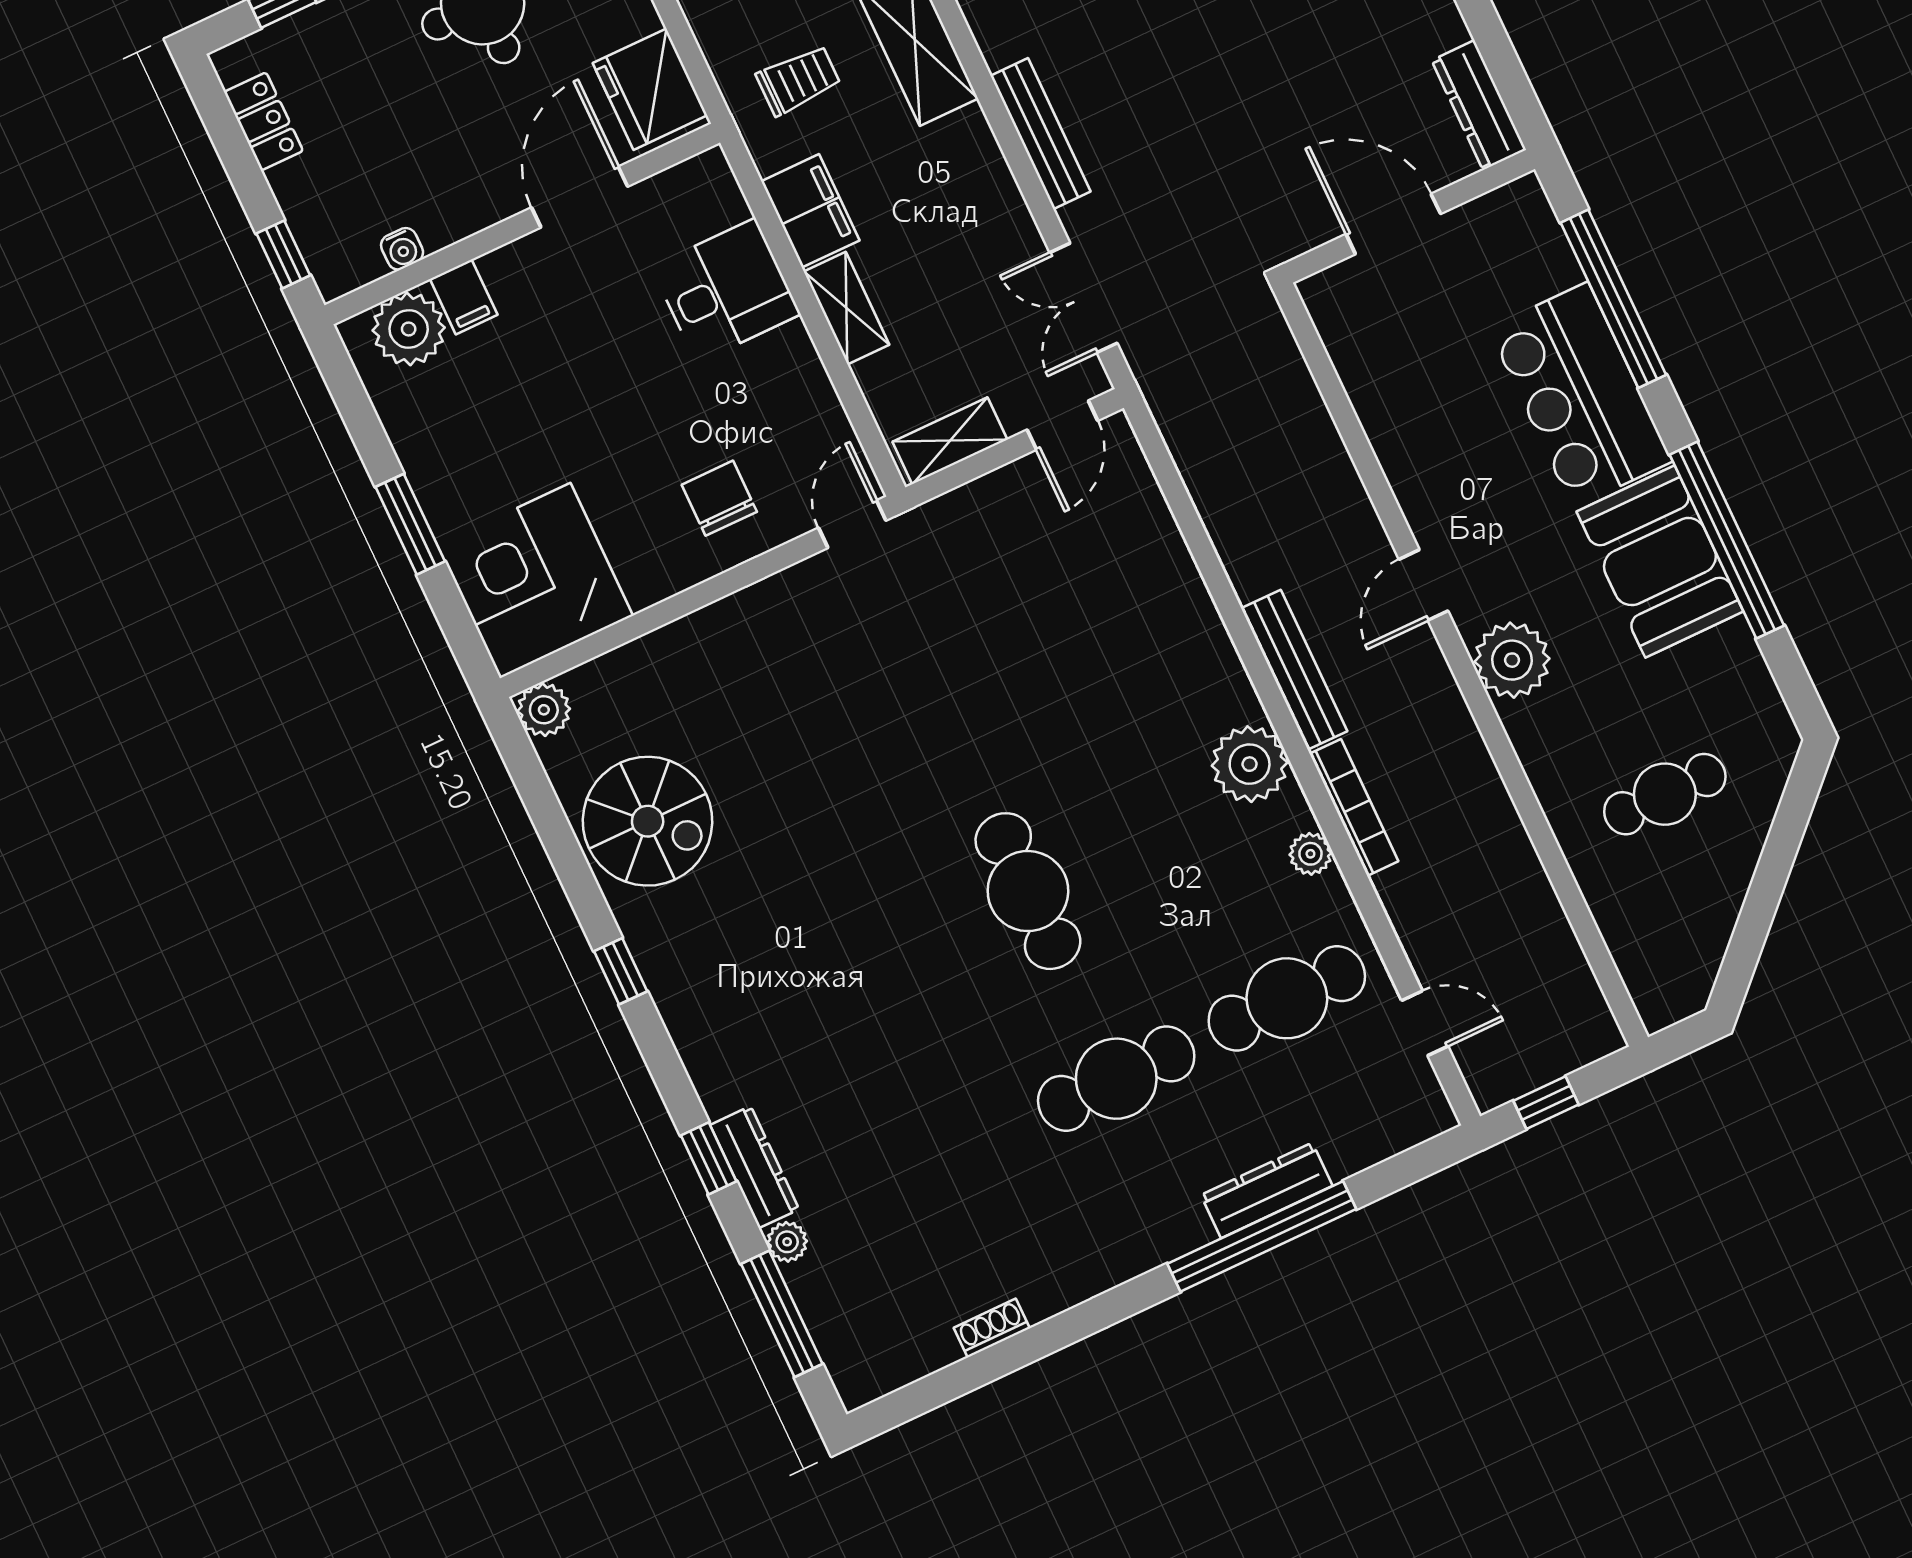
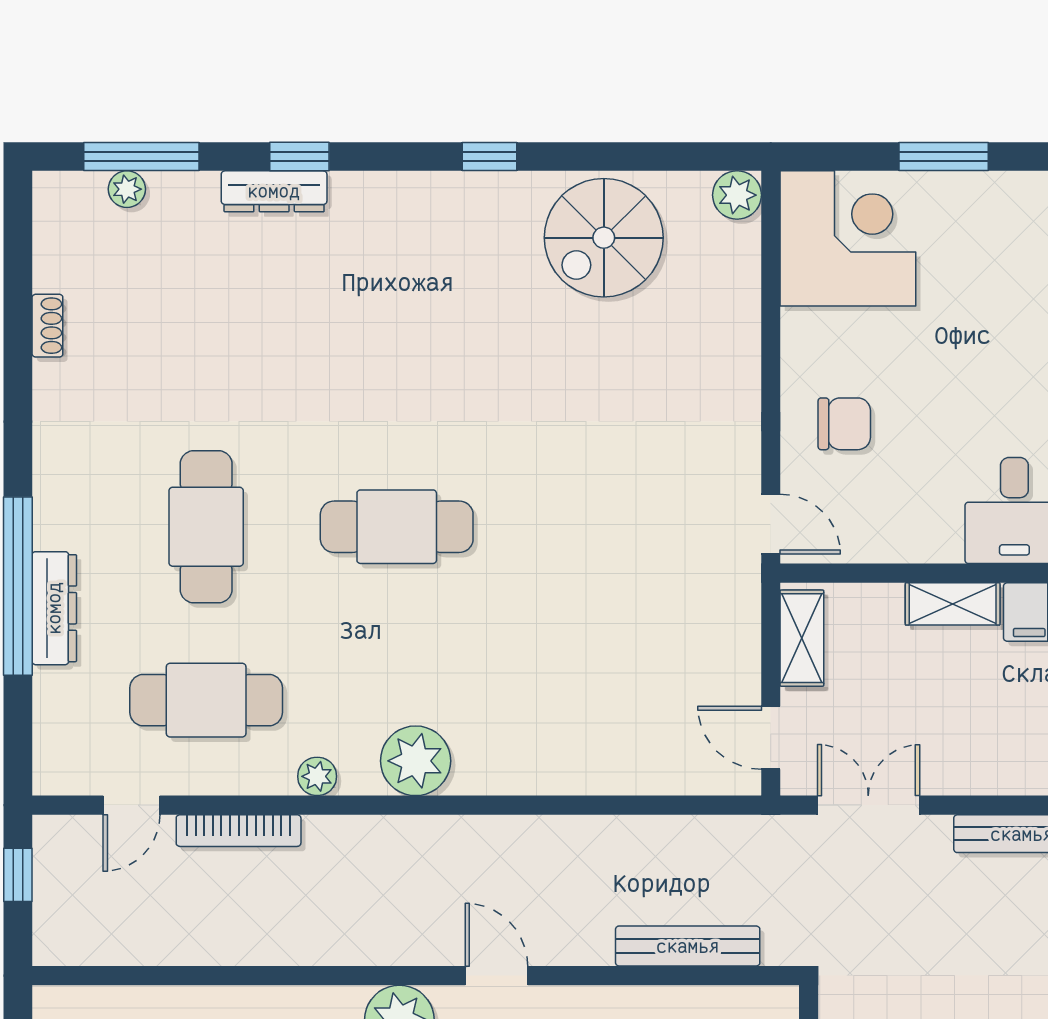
bench: (1294, 670) -> (688, 946), moved
bookcase: (1354, 808) -> (239, 831), moved
cafe table: (1287, 998) -> (206, 700), turned 90
plant: (787, 1242) -> (127, 189), moved

